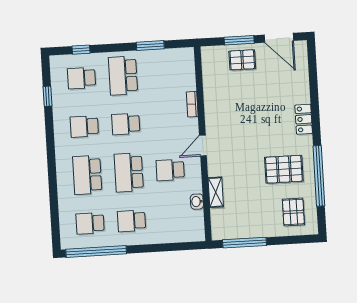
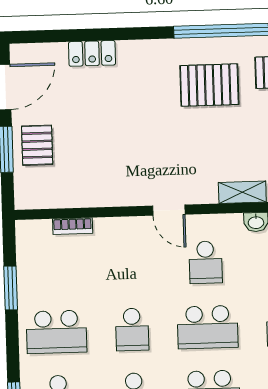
bookcase: (192, 104) -> (73, 226), moved
locker: (304, 119) -> (92, 53), moved
pallet: (284, 169) -> (209, 85), turned 90

